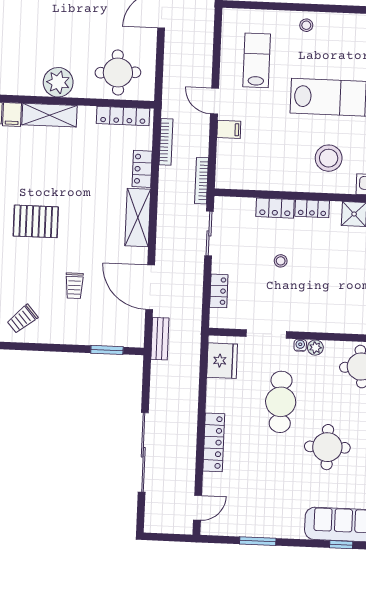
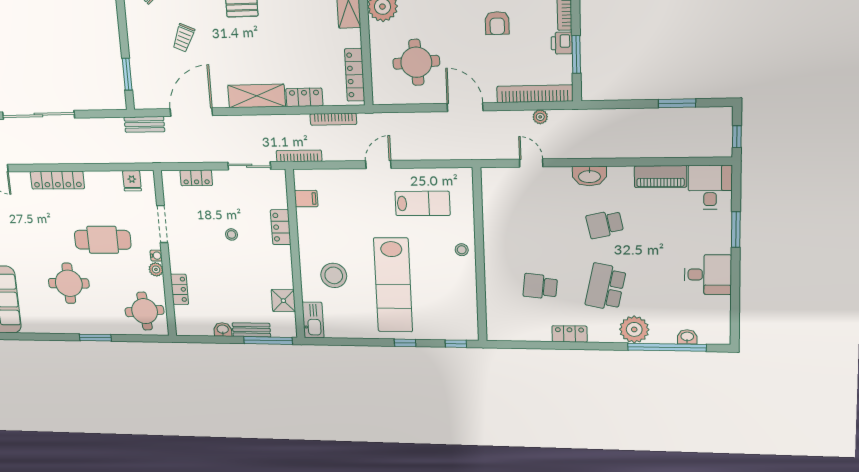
round table: (118, 73) -> (416, 62), moved
filing cabinet: (229, 129) -> (306, 199), moved, turned -90
locker: (312, 209) -> (179, 289), moved, turned 180
trolley: (74, 286) -> (183, 38), turned -66
fridge: (222, 361) -> (132, 181), width x0.53, depth x0.75

